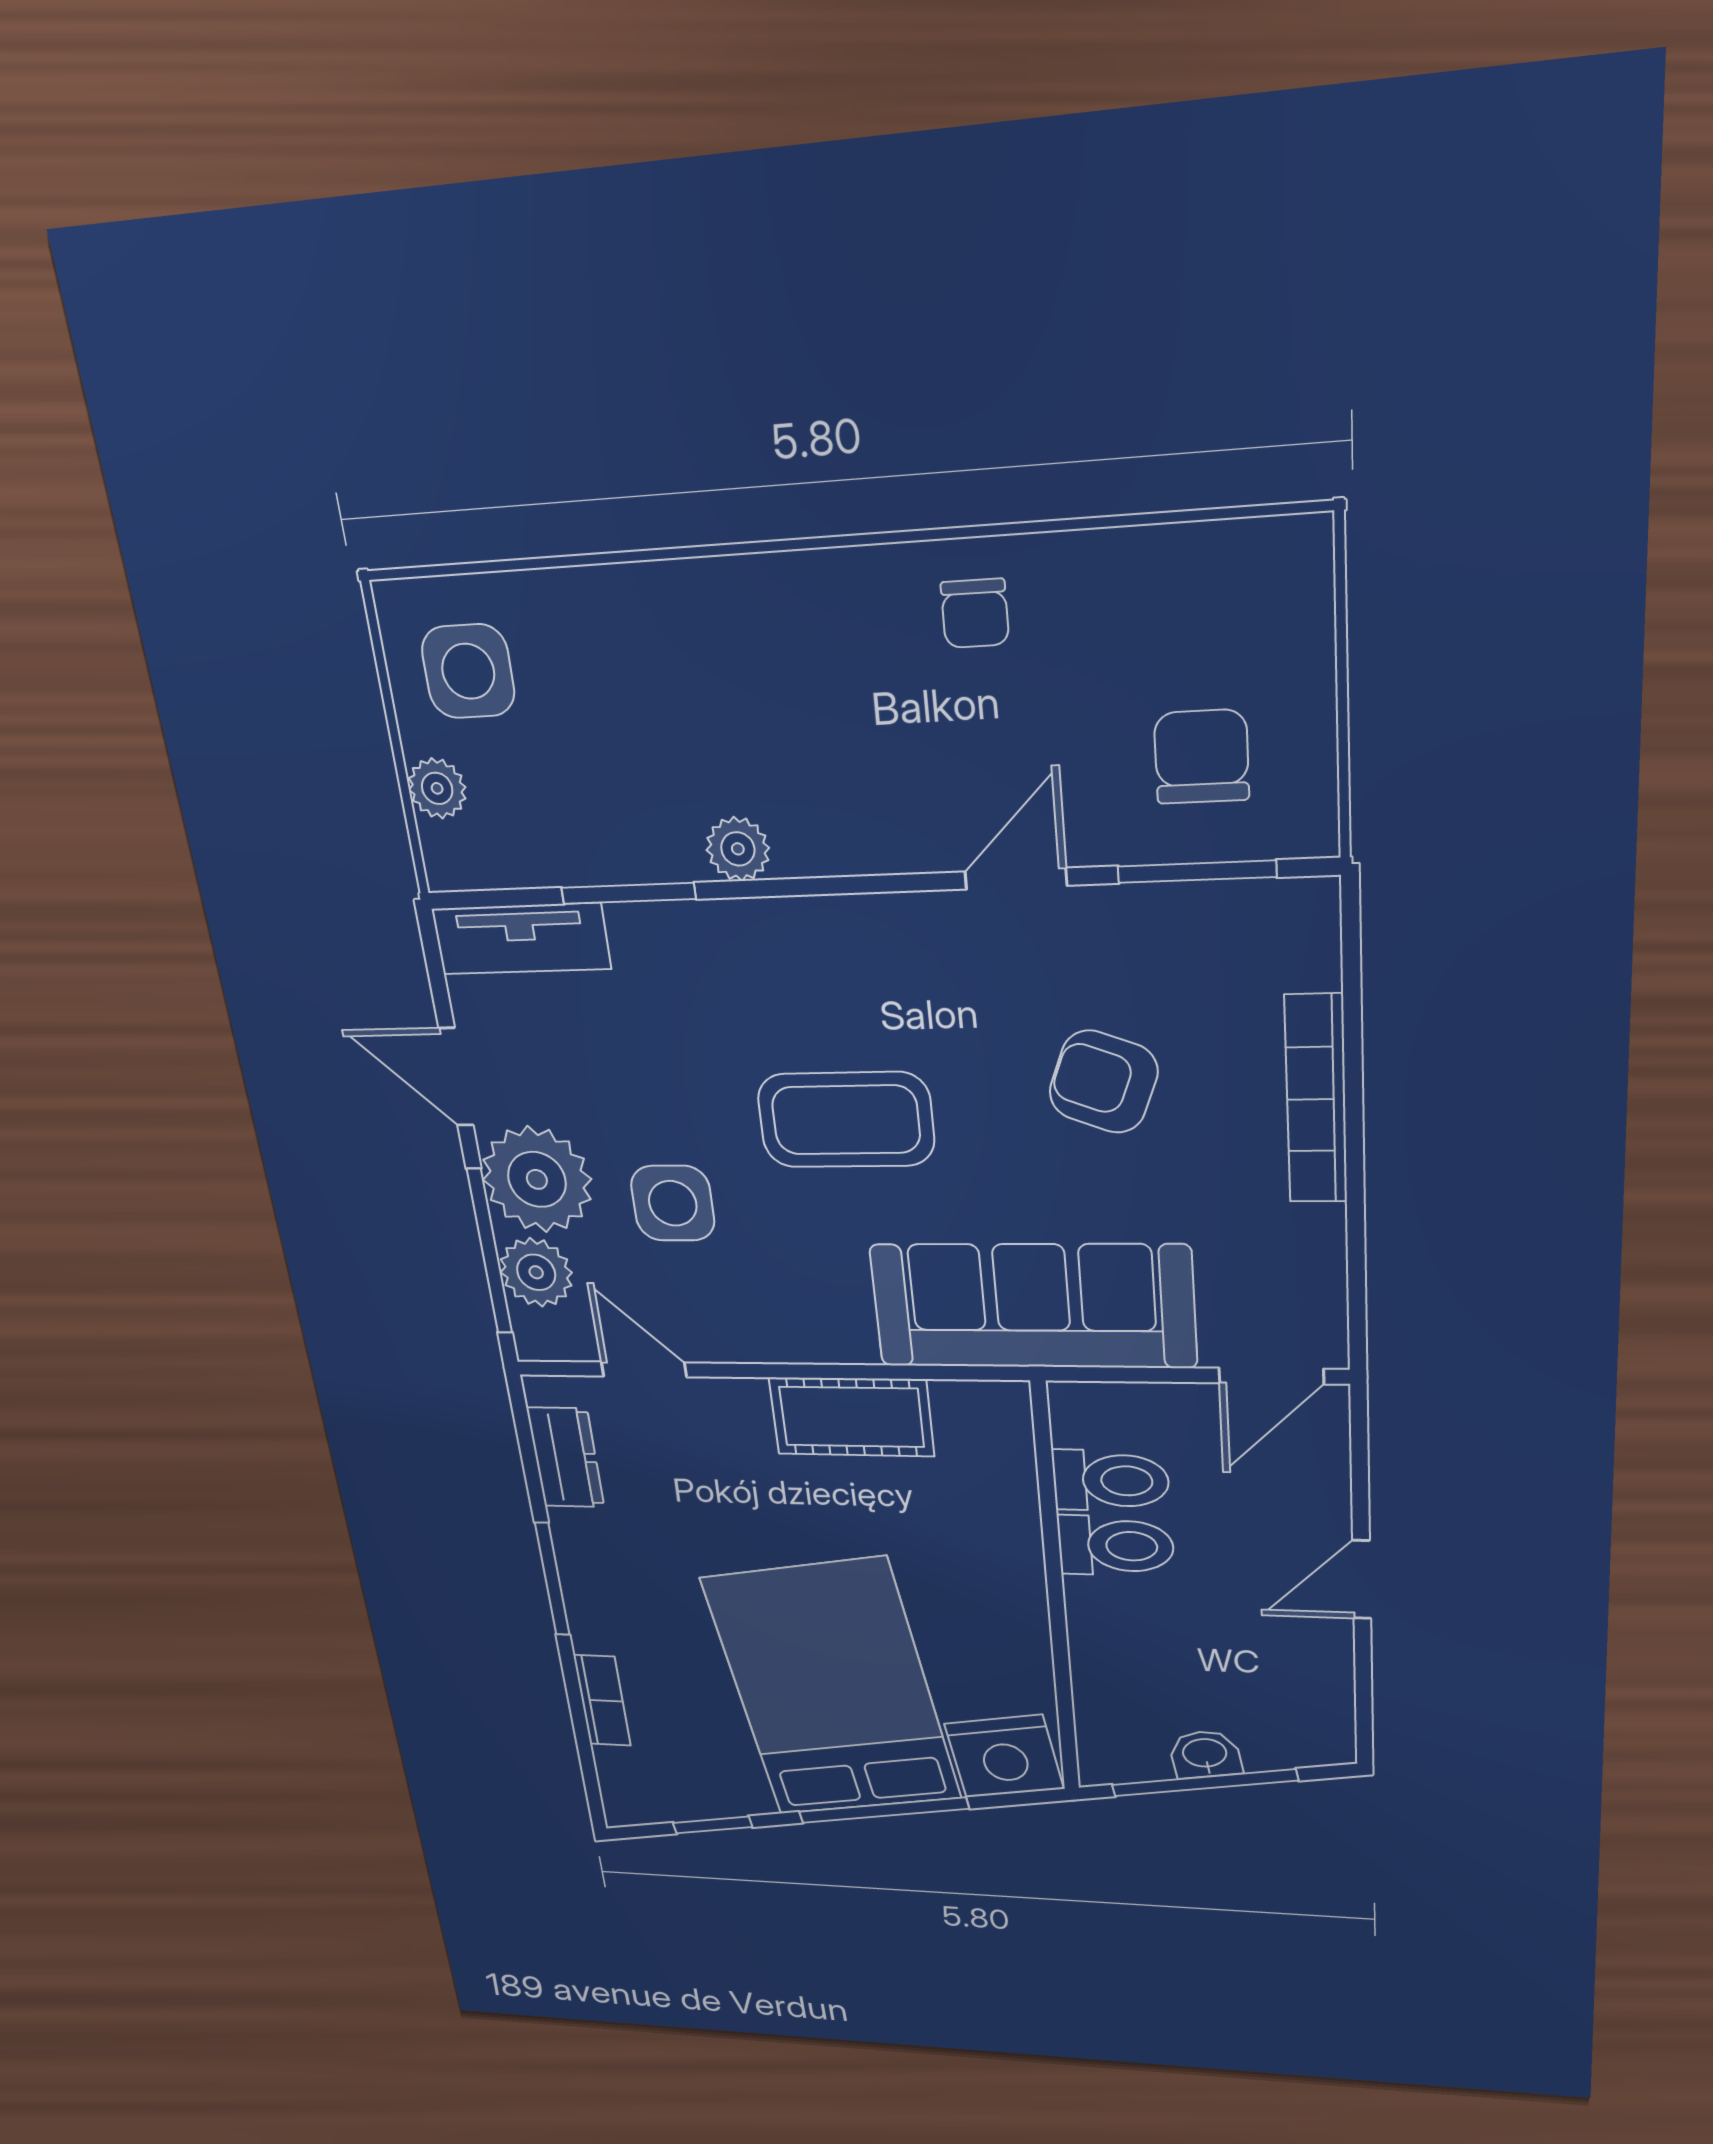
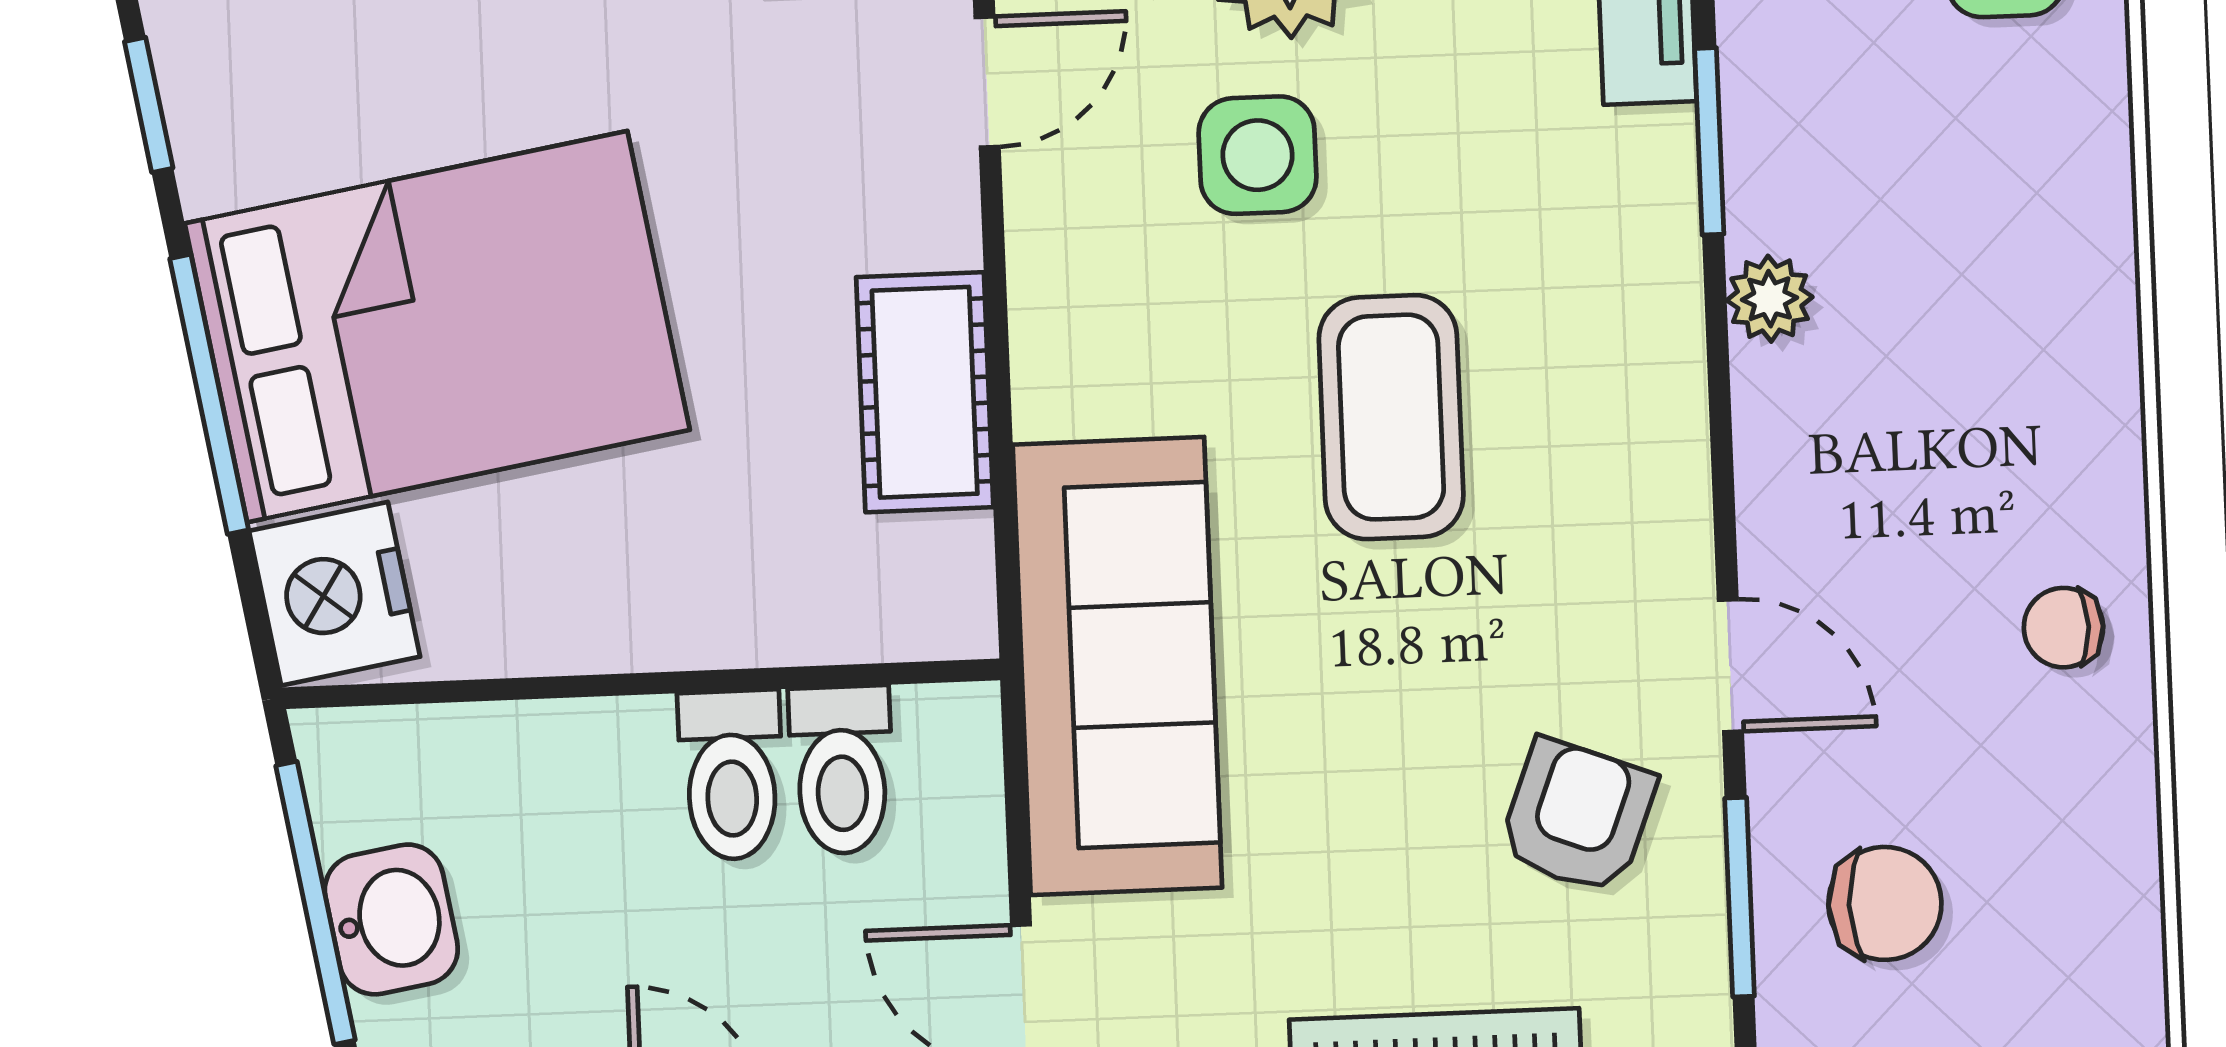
armchair: (1104, 1082) -> (1577, 816), moved
washbasin: (1205, 1754) -> (391, 919), width x1.38, depth x1.45

